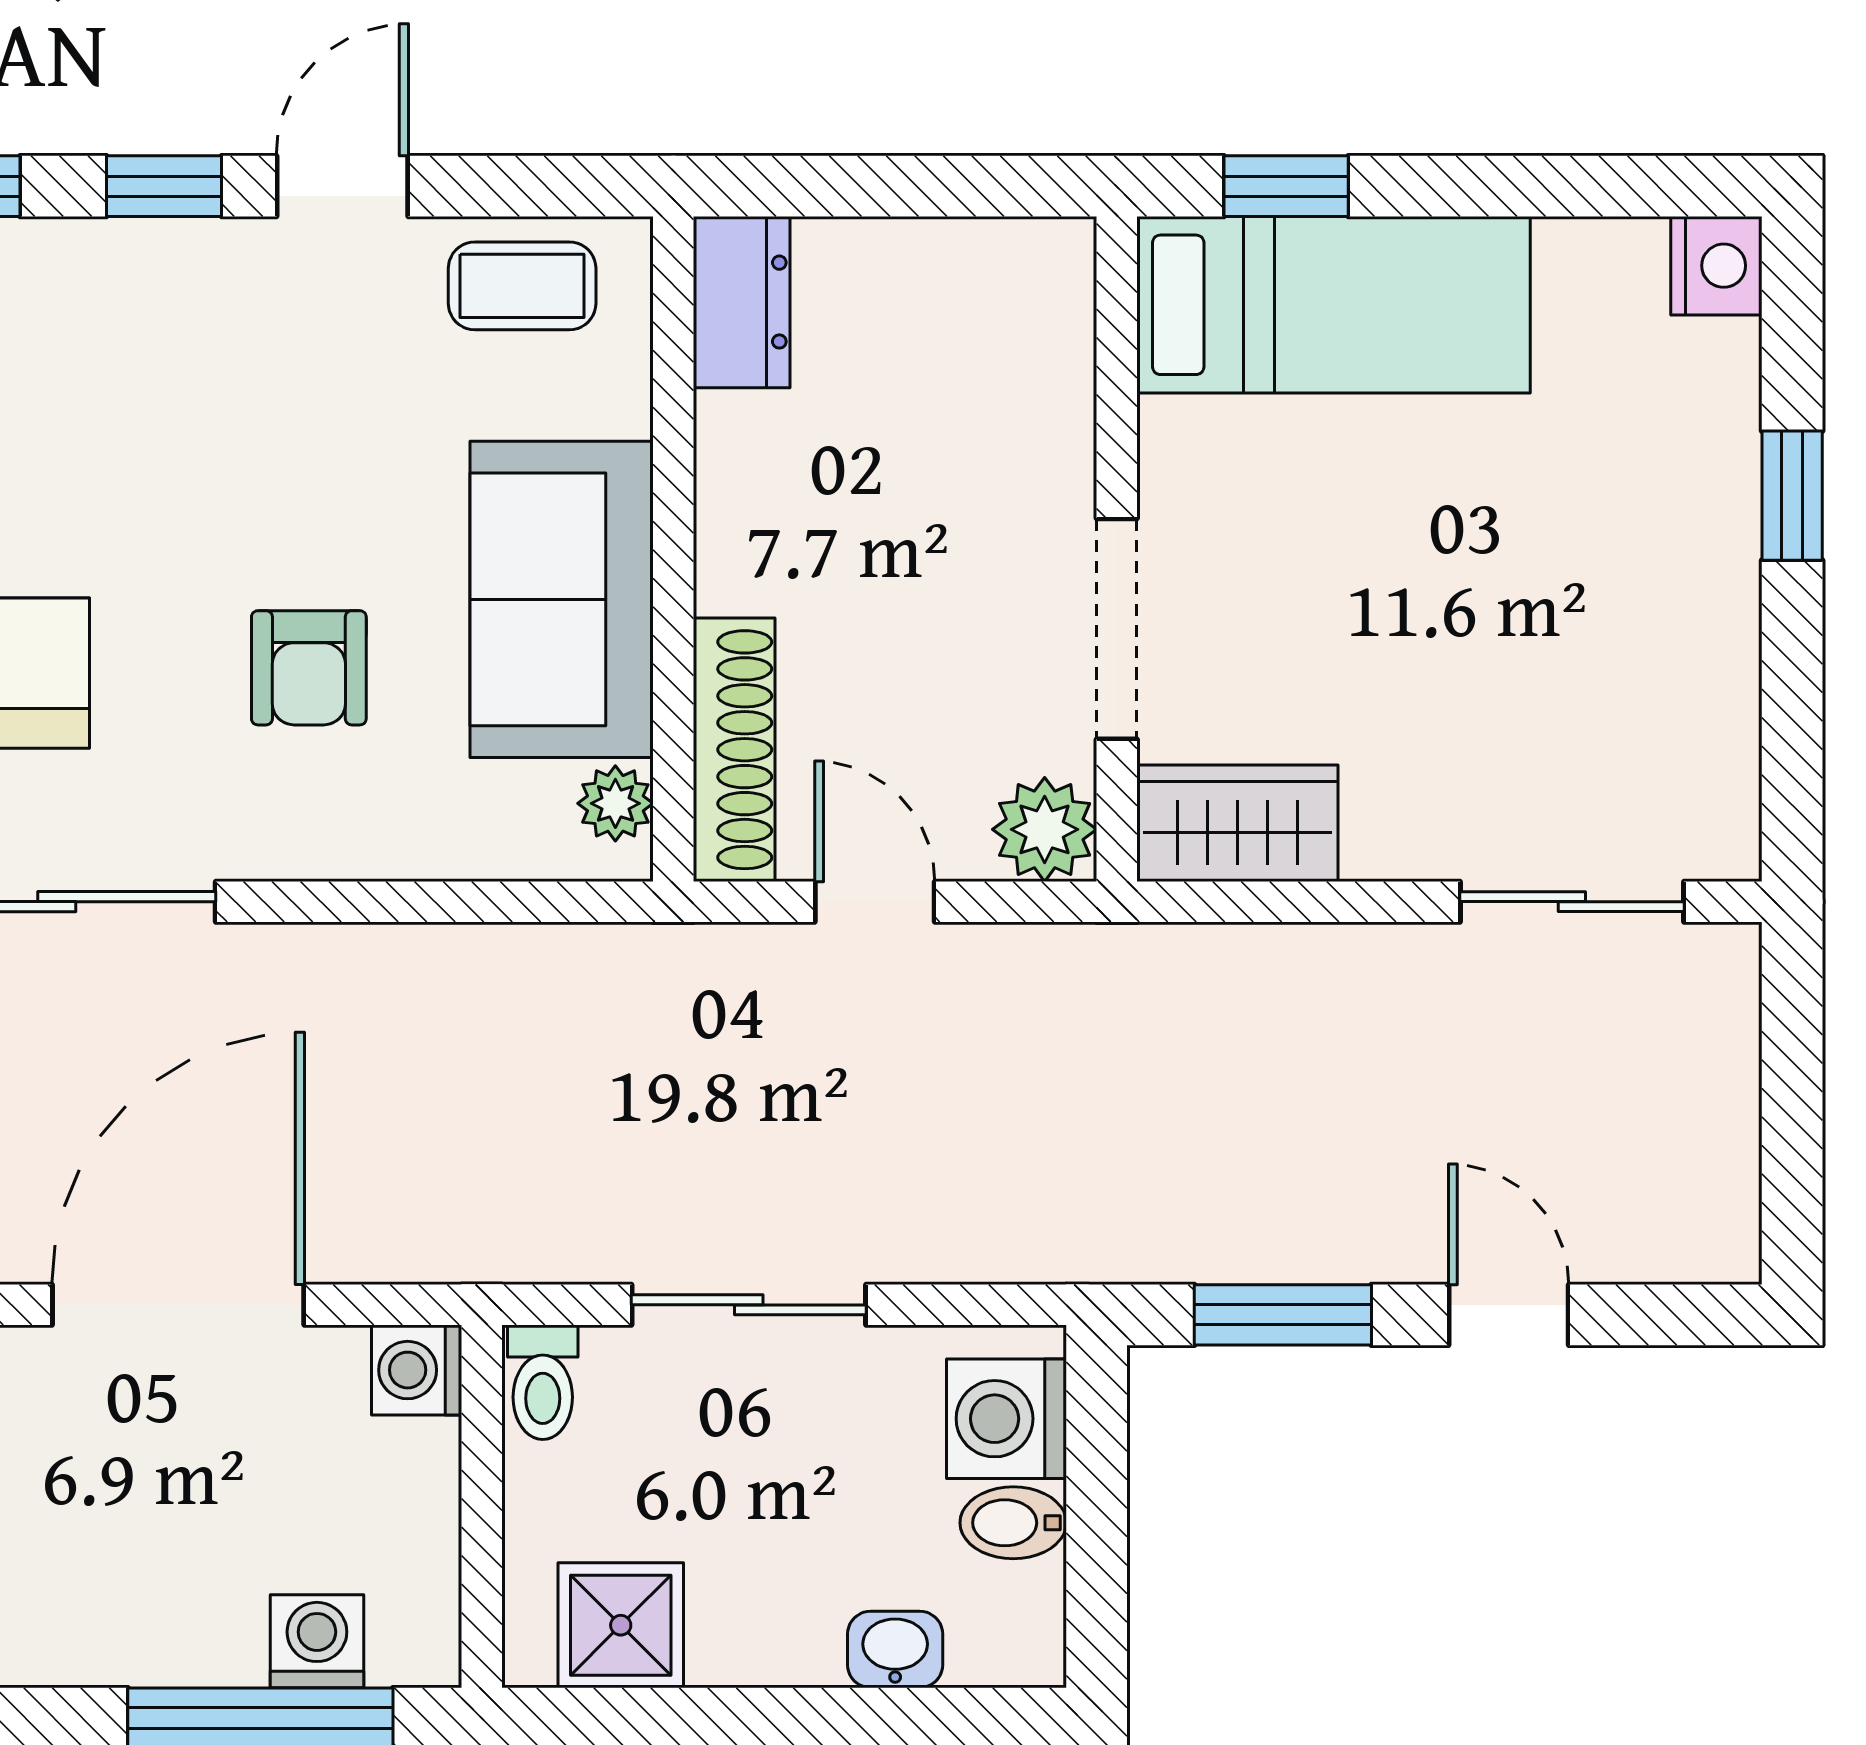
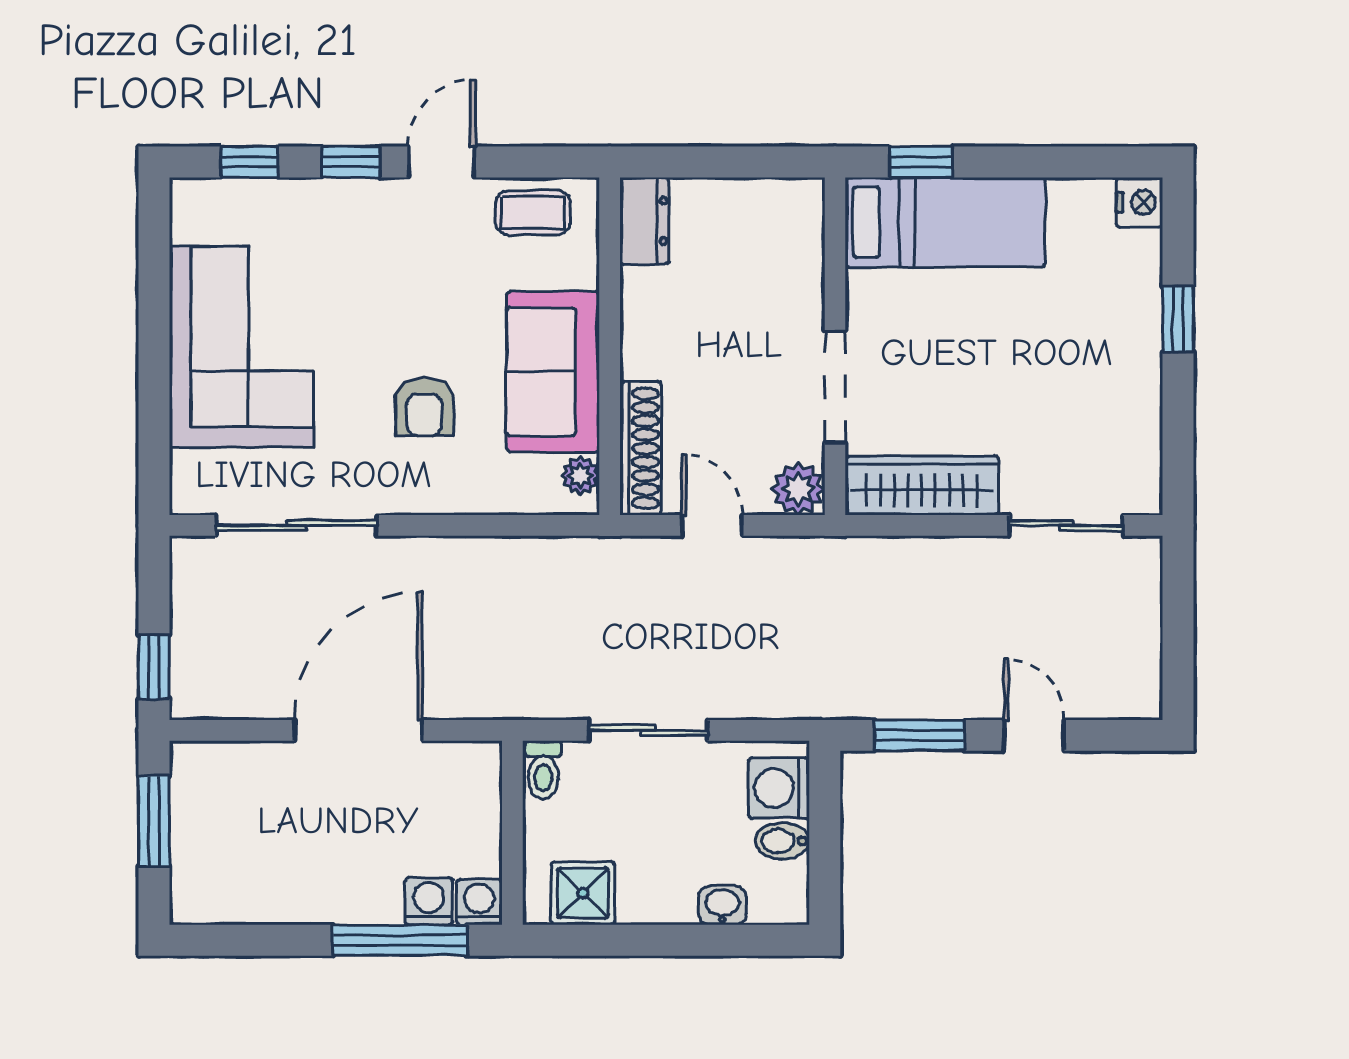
wardrobe: (1237, 823) -> (922, 486), width x1.50
washing machine: (417, 1370) -> (479, 902), moved, turned 90

